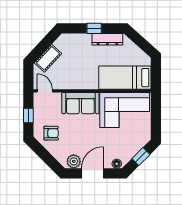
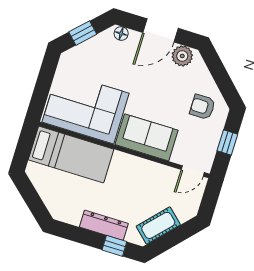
window: (94, 28) -> (114, 246), moved
dresser: (107, 39) -> (104, 225), moved
cot: (48, 58) -> (158, 225), moved
door: (45, 91) -> (193, 171), hinge flipped

